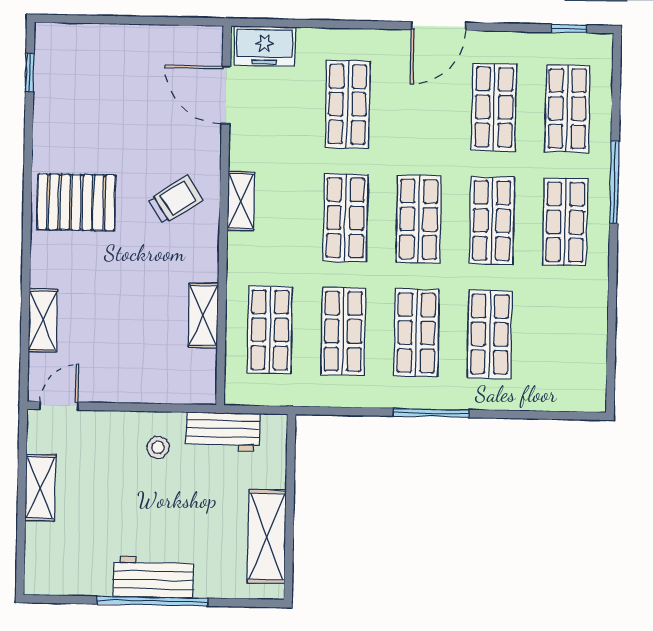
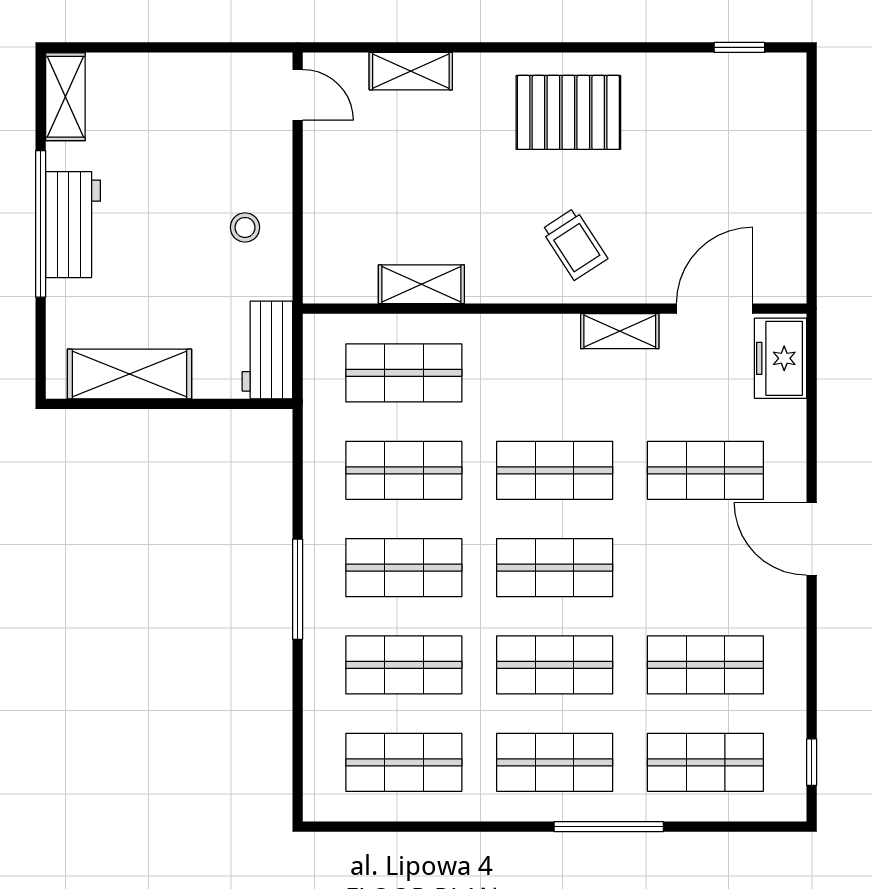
door: (439, 26) -> (812, 539), moved
shelving: (241, 201) -> (620, 331), moved
pallet: (76, 202) -> (568, 112), turned 90
shop shelf: (563, 336) -> (404, 762), added
workbench: (223, 432) -> (267, 350), moved
shelving: (40, 488) -> (65, 97), moved, turned 90

